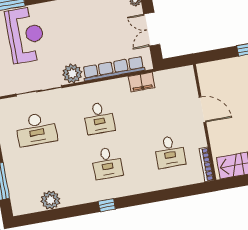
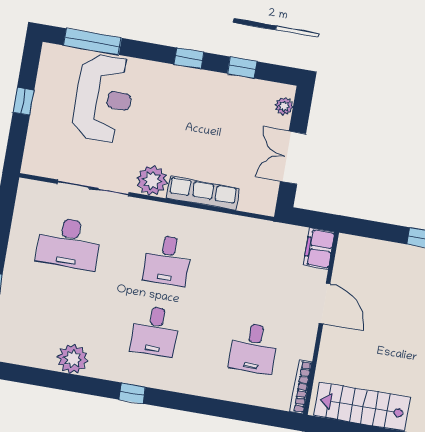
row of seats: (114, 69) -> (203, 193), width x0.73
filing cabinet: (142, 82) -> (319, 248), moved, turned 90
plant: (50, 200) -> (73, 359), moved

